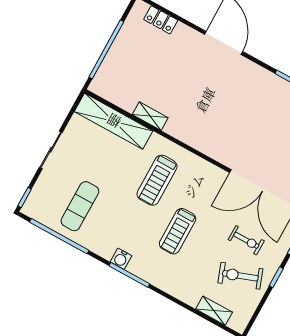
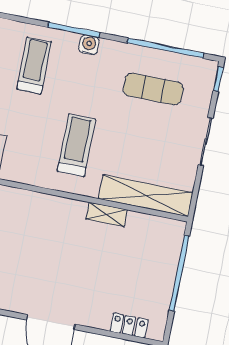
exercise mat: (80, 206) -> (153, 89), turned 90
treadmill: (178, 231) -> (34, 65), moved

